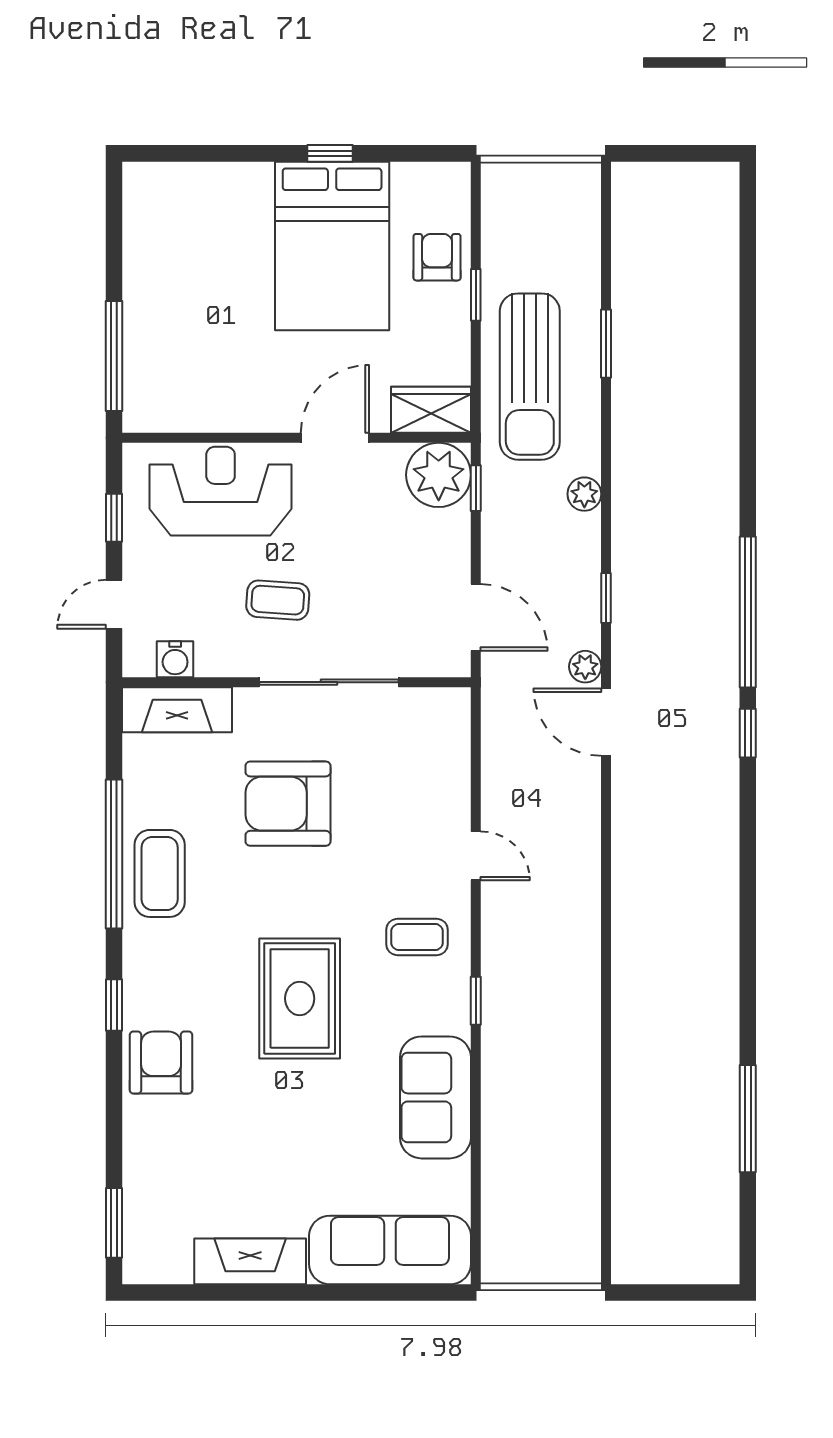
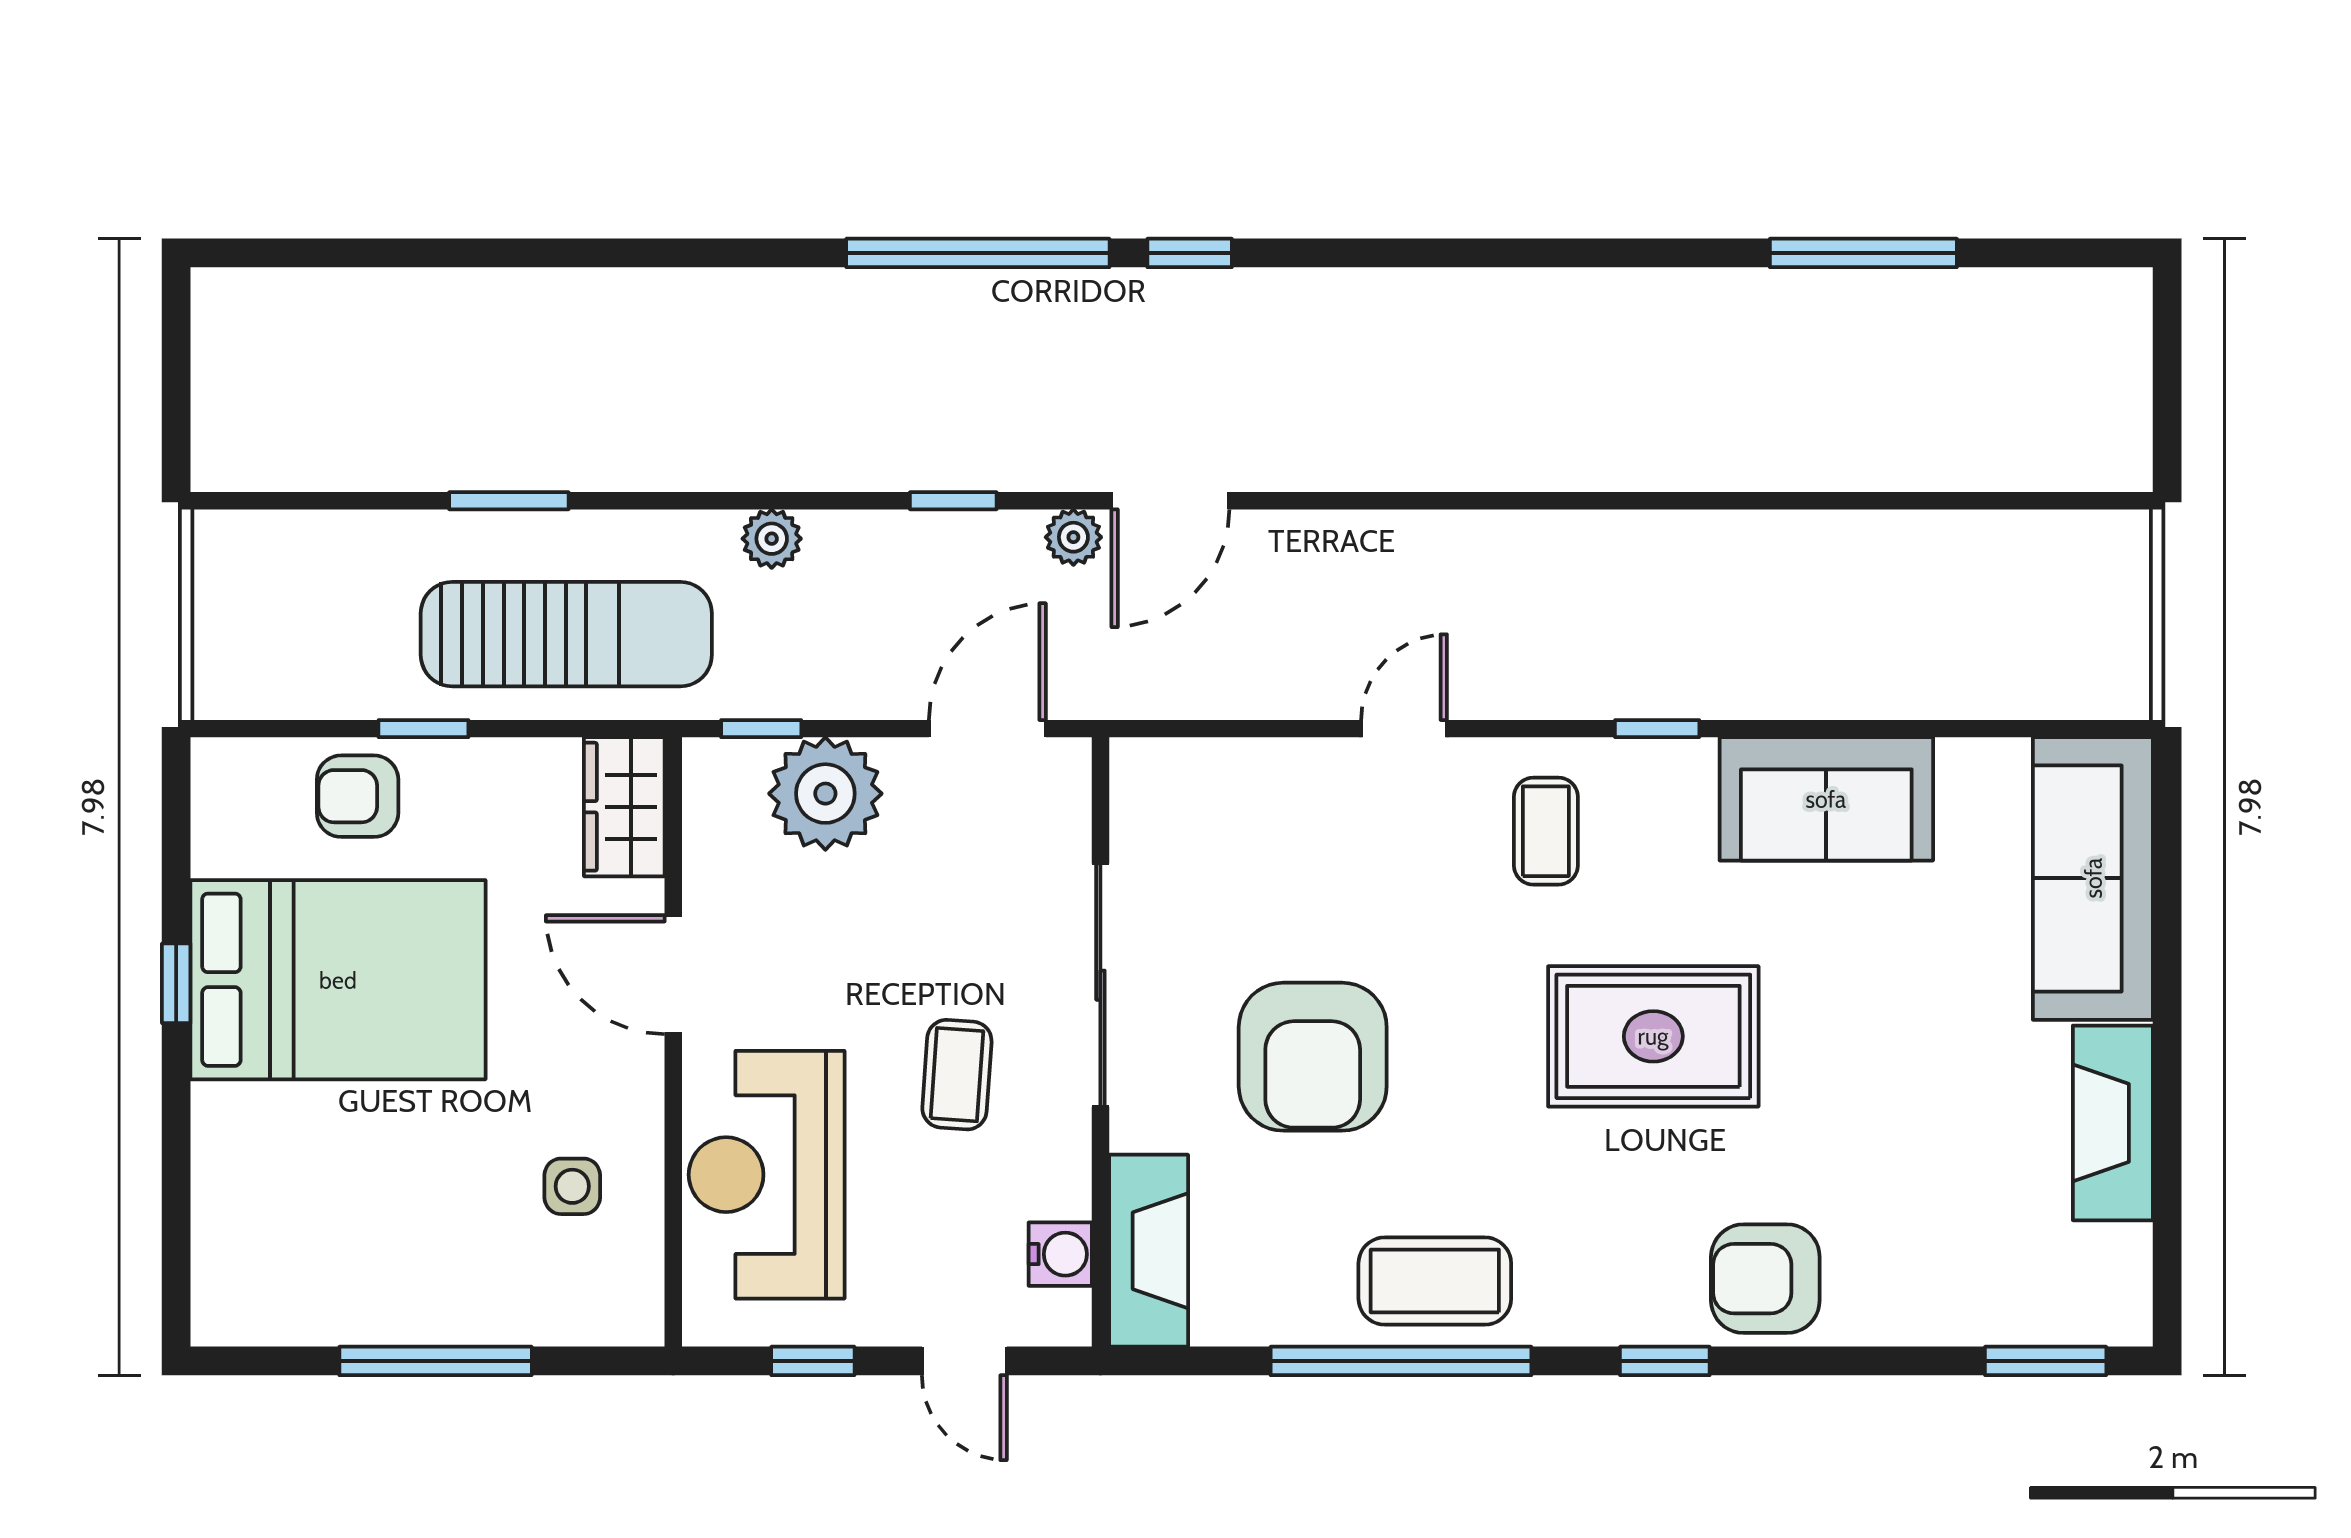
window: (114, 356) -> (436, 1361), moved
side table: (214, 380) -> (572, 1186), added
plant: (439, 475) -> (825, 794), moved

